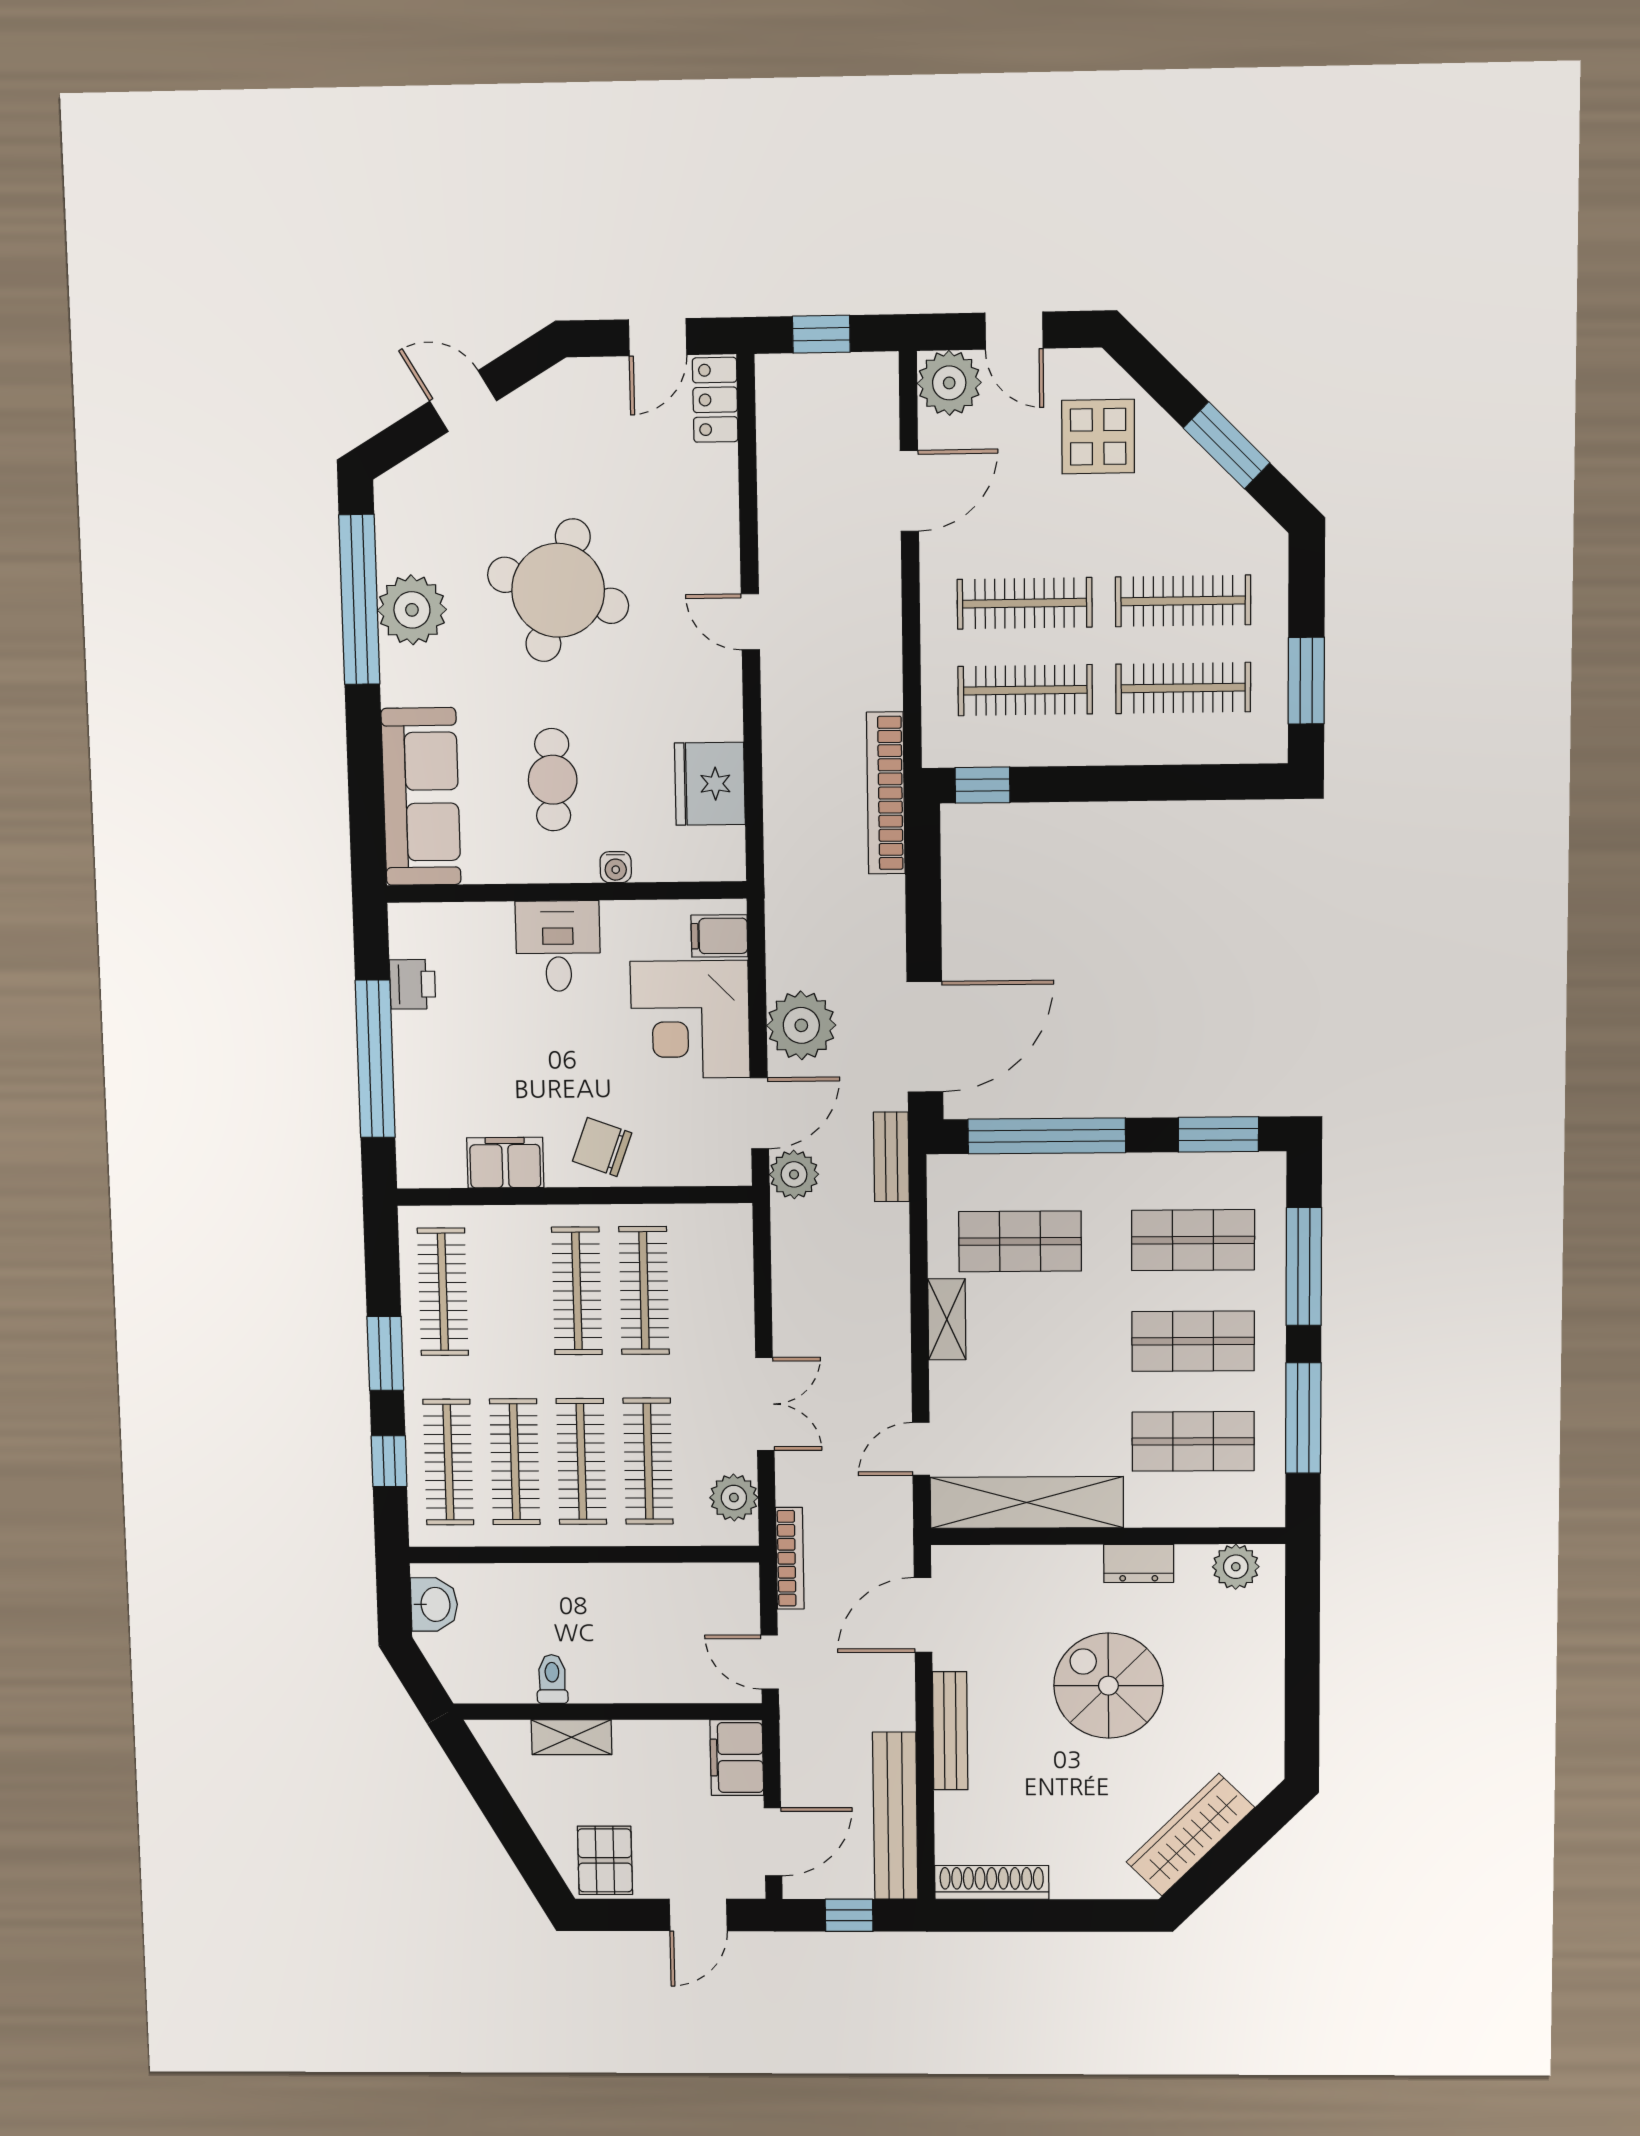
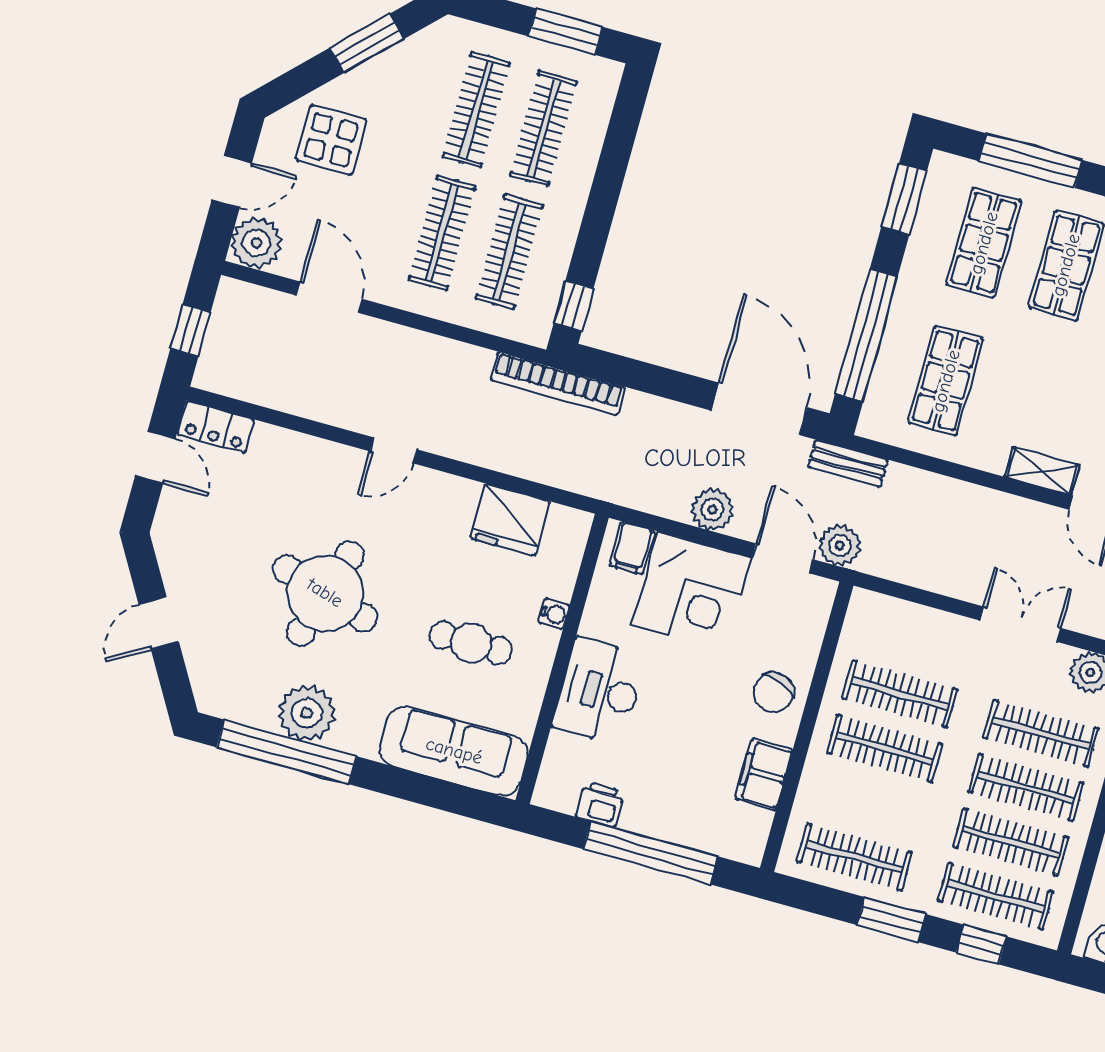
desk: (558, 946) -> (600, 691), width x1.37
plant: (801, 1025) -> (712, 510), width x0.73, depth x0.73
shelving: (947, 1319) -> (1042, 471), moved

